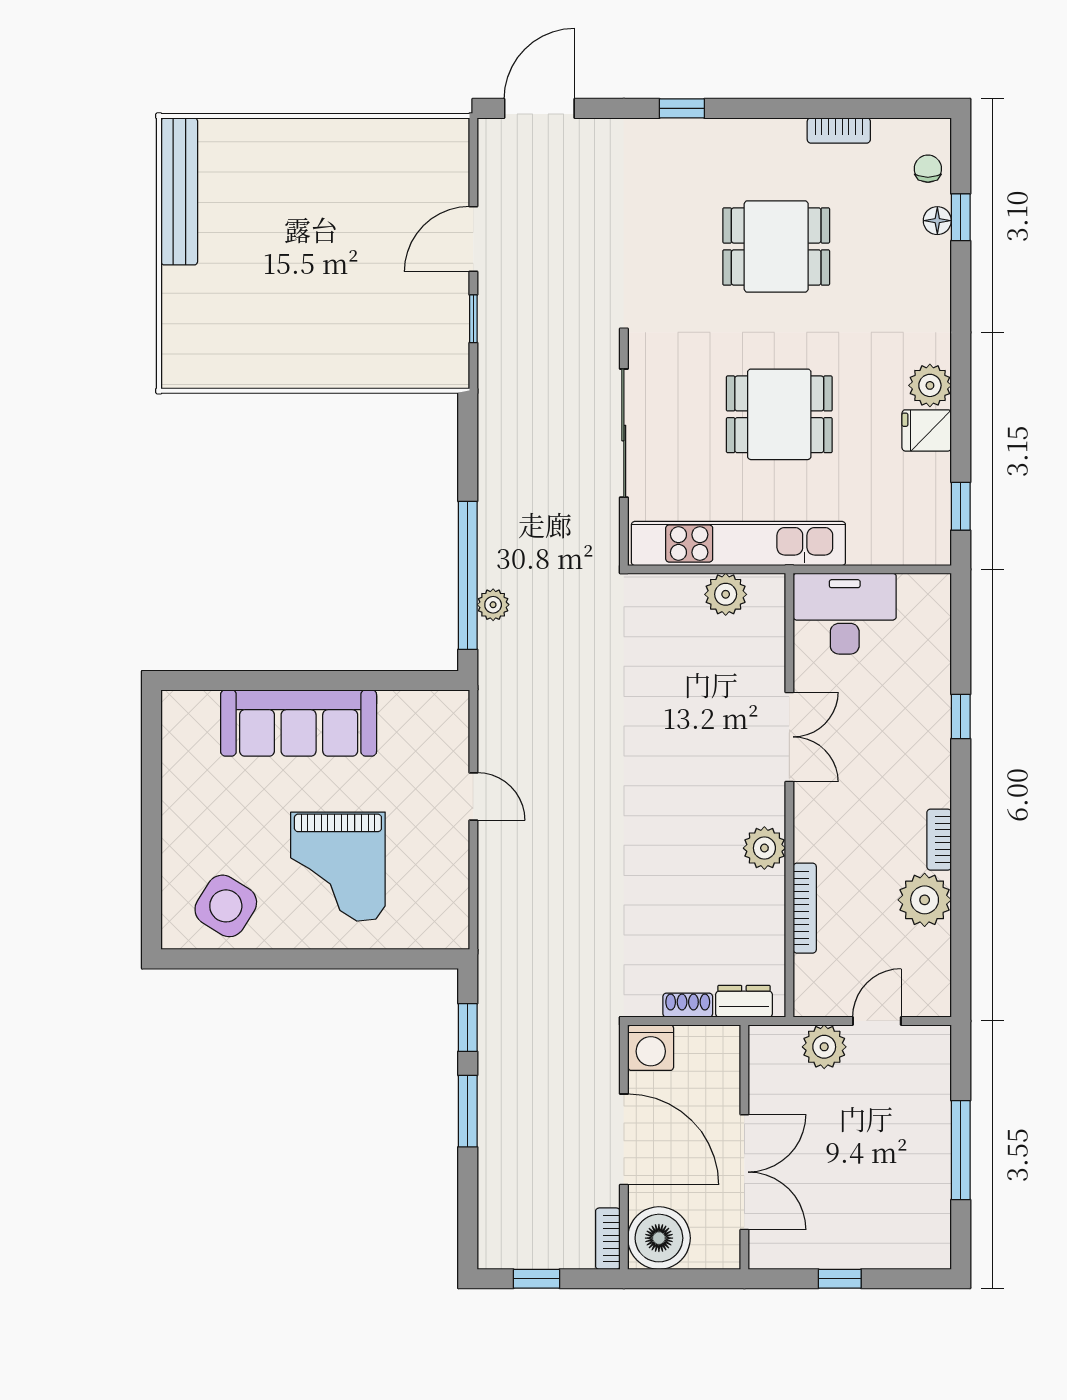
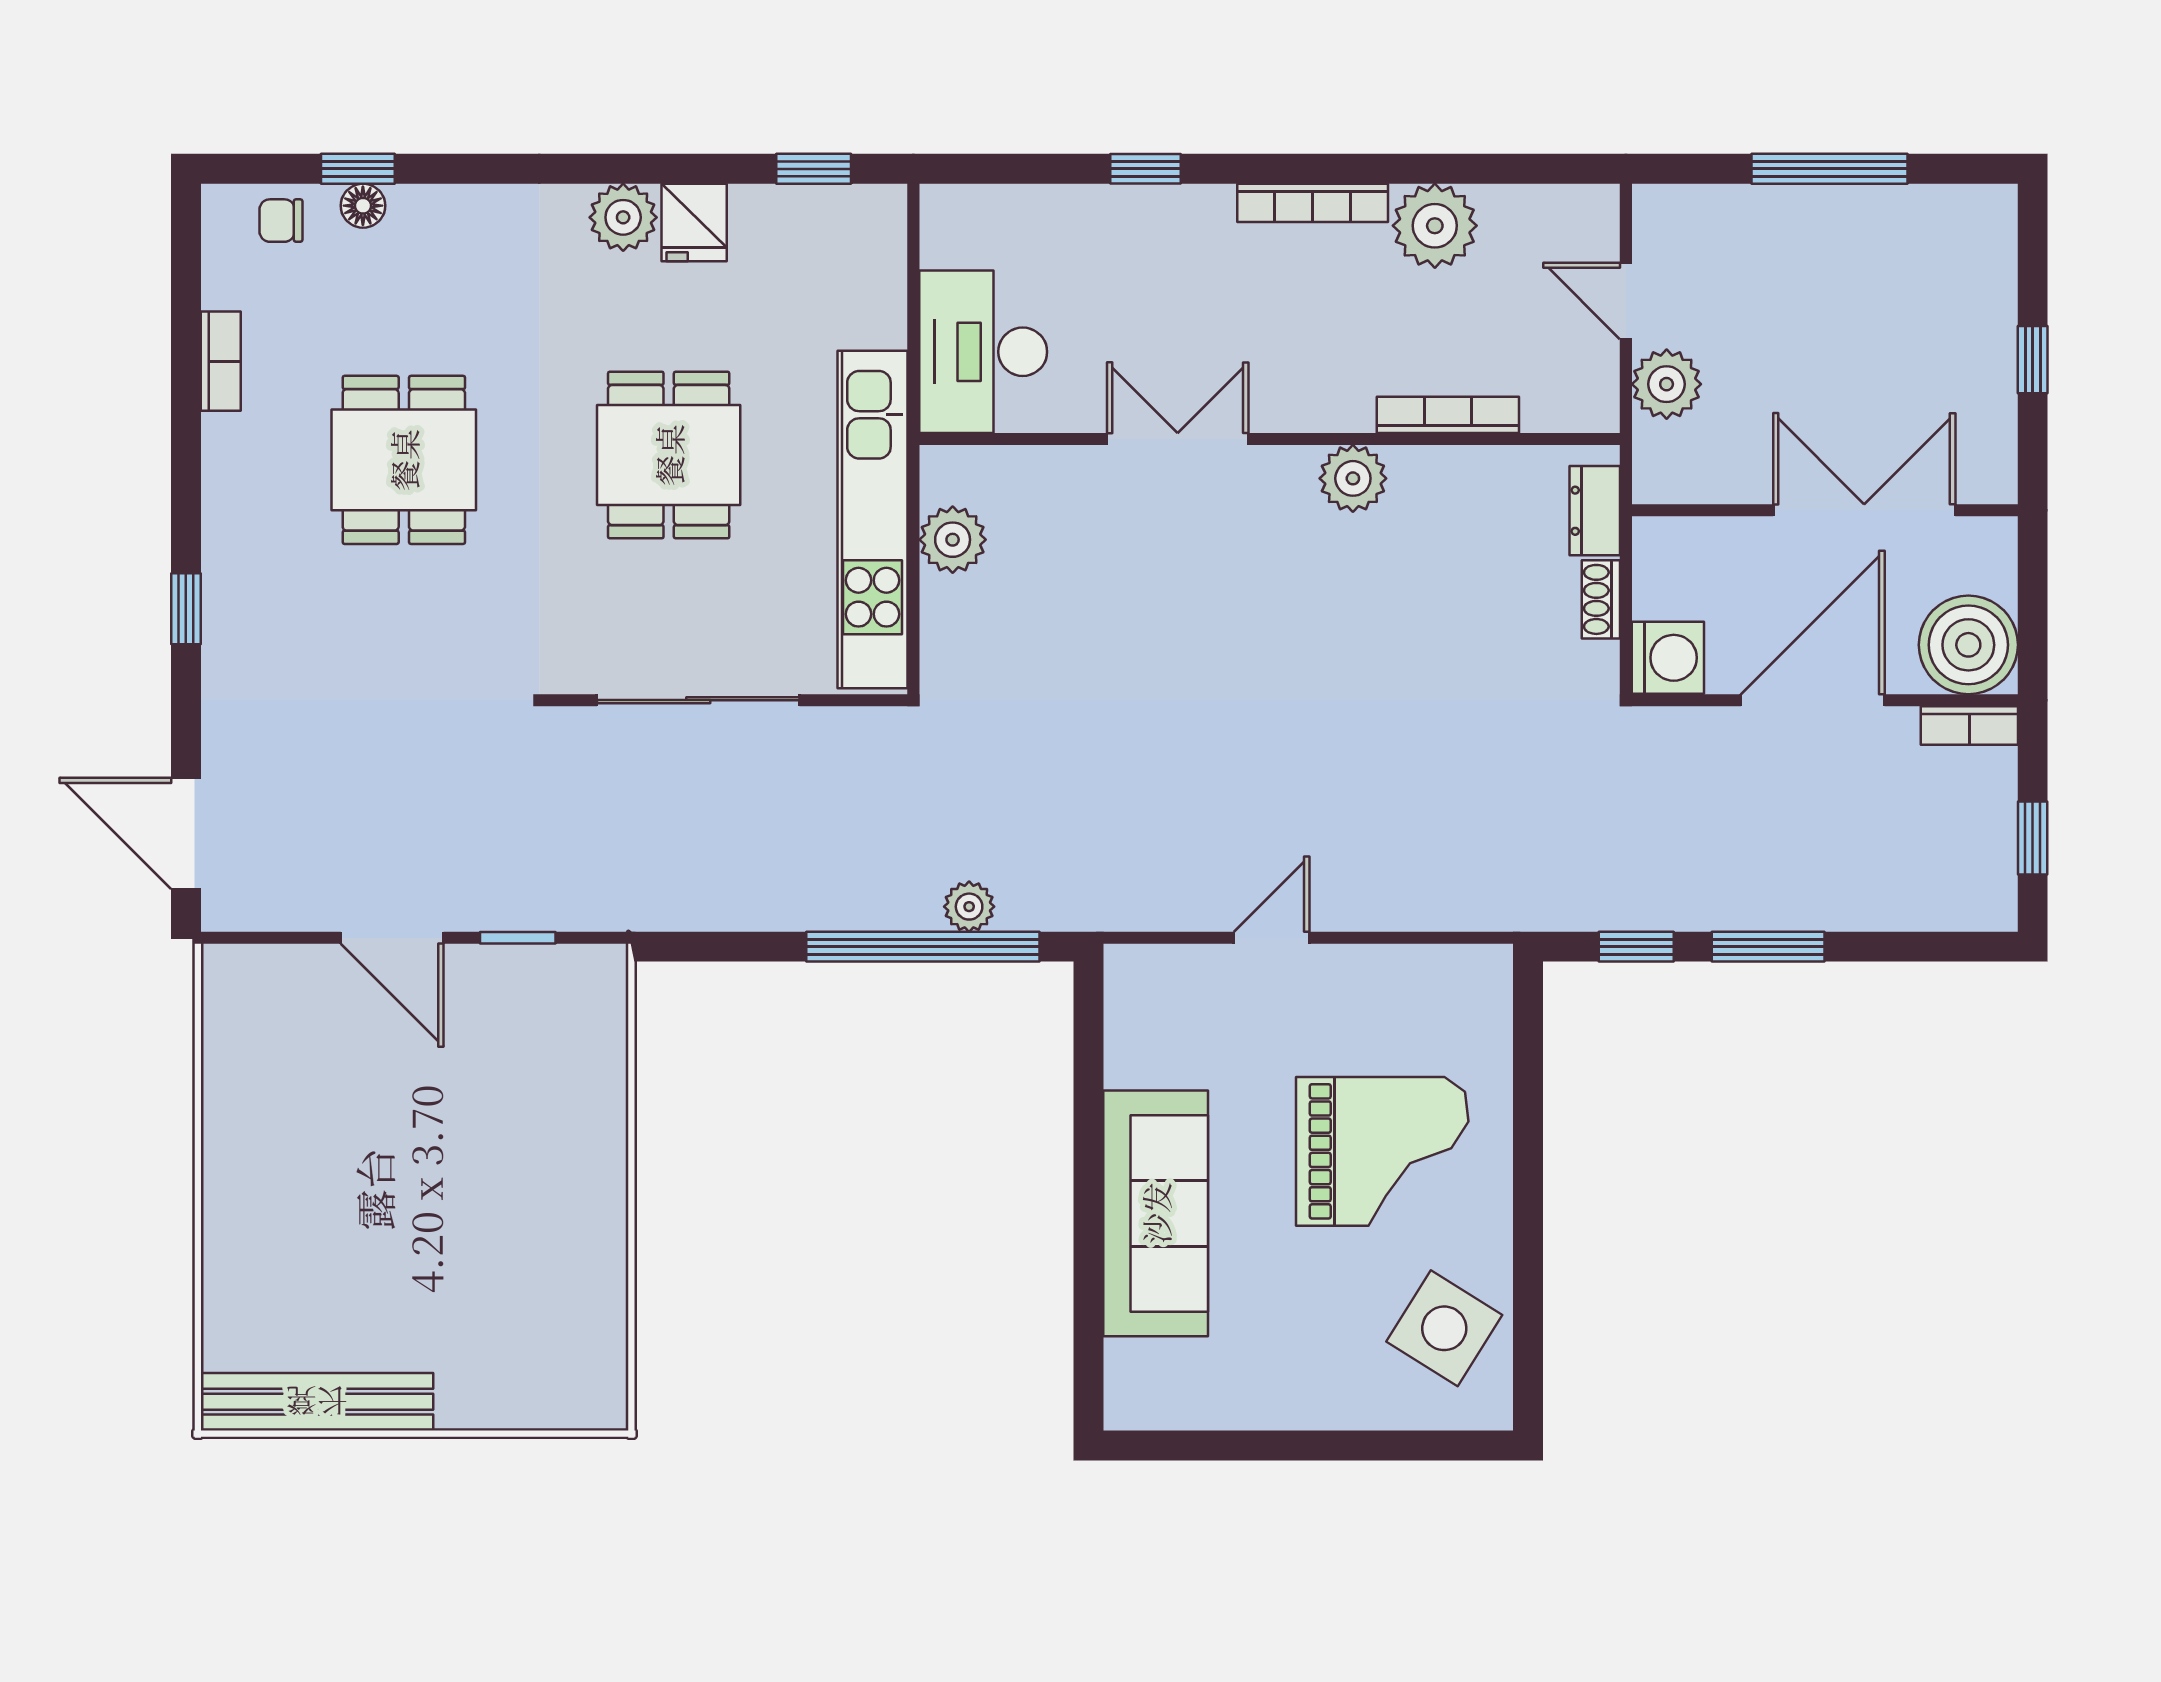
bookcase: (939, 840) -> (1313, 203), width x1.56

